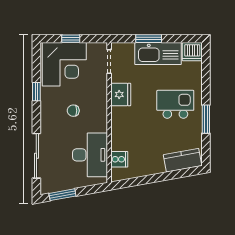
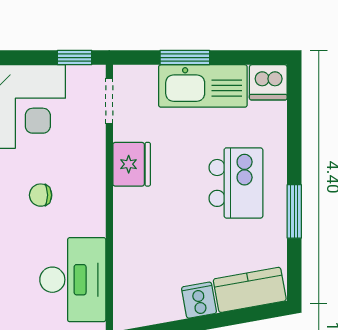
window: (71, 39) -> (75, 58), moved
kitchen island: (175, 104) -> (236, 183), turned 90
cooker: (119, 159) -> (199, 300), moved, turned -100

